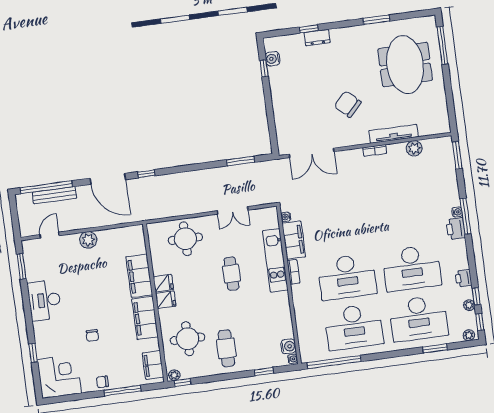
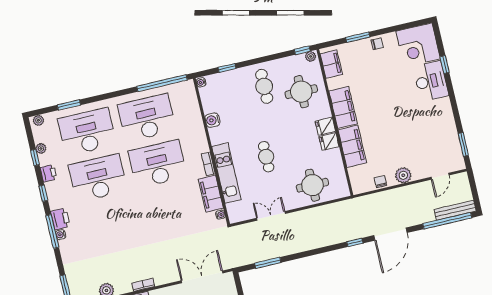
door: (108, 179) -> (390, 234), swing flipped
bench: (54, 195) -> (455, 210), moved
desk: (44, 300) -> (431, 81), moved
window: (480, 322) -> (43, 193), moved
chair: (92, 335) -> (380, 182), moved
water cooler: (288, 346) -> (212, 120), moved
window: (122, 391) -> (358, 37), width x0.69

